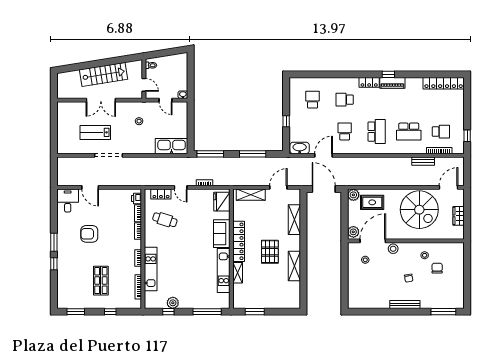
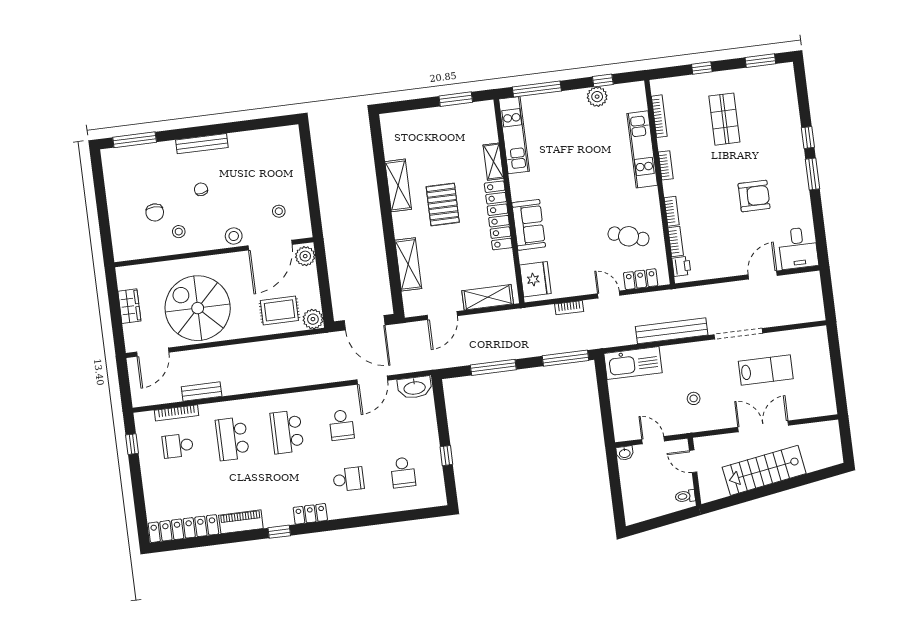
piano: (392, 83) -> (241, 522), moved
window: (286, 121) -> (446, 456), moved
school desk: (409, 132) -> (232, 439), turned -90
bench: (147, 162) -> (672, 331), added
door: (90, 187) -> (763, 275), hinge flipped
kitchen unit: (224, 271) -> (514, 135), moved

